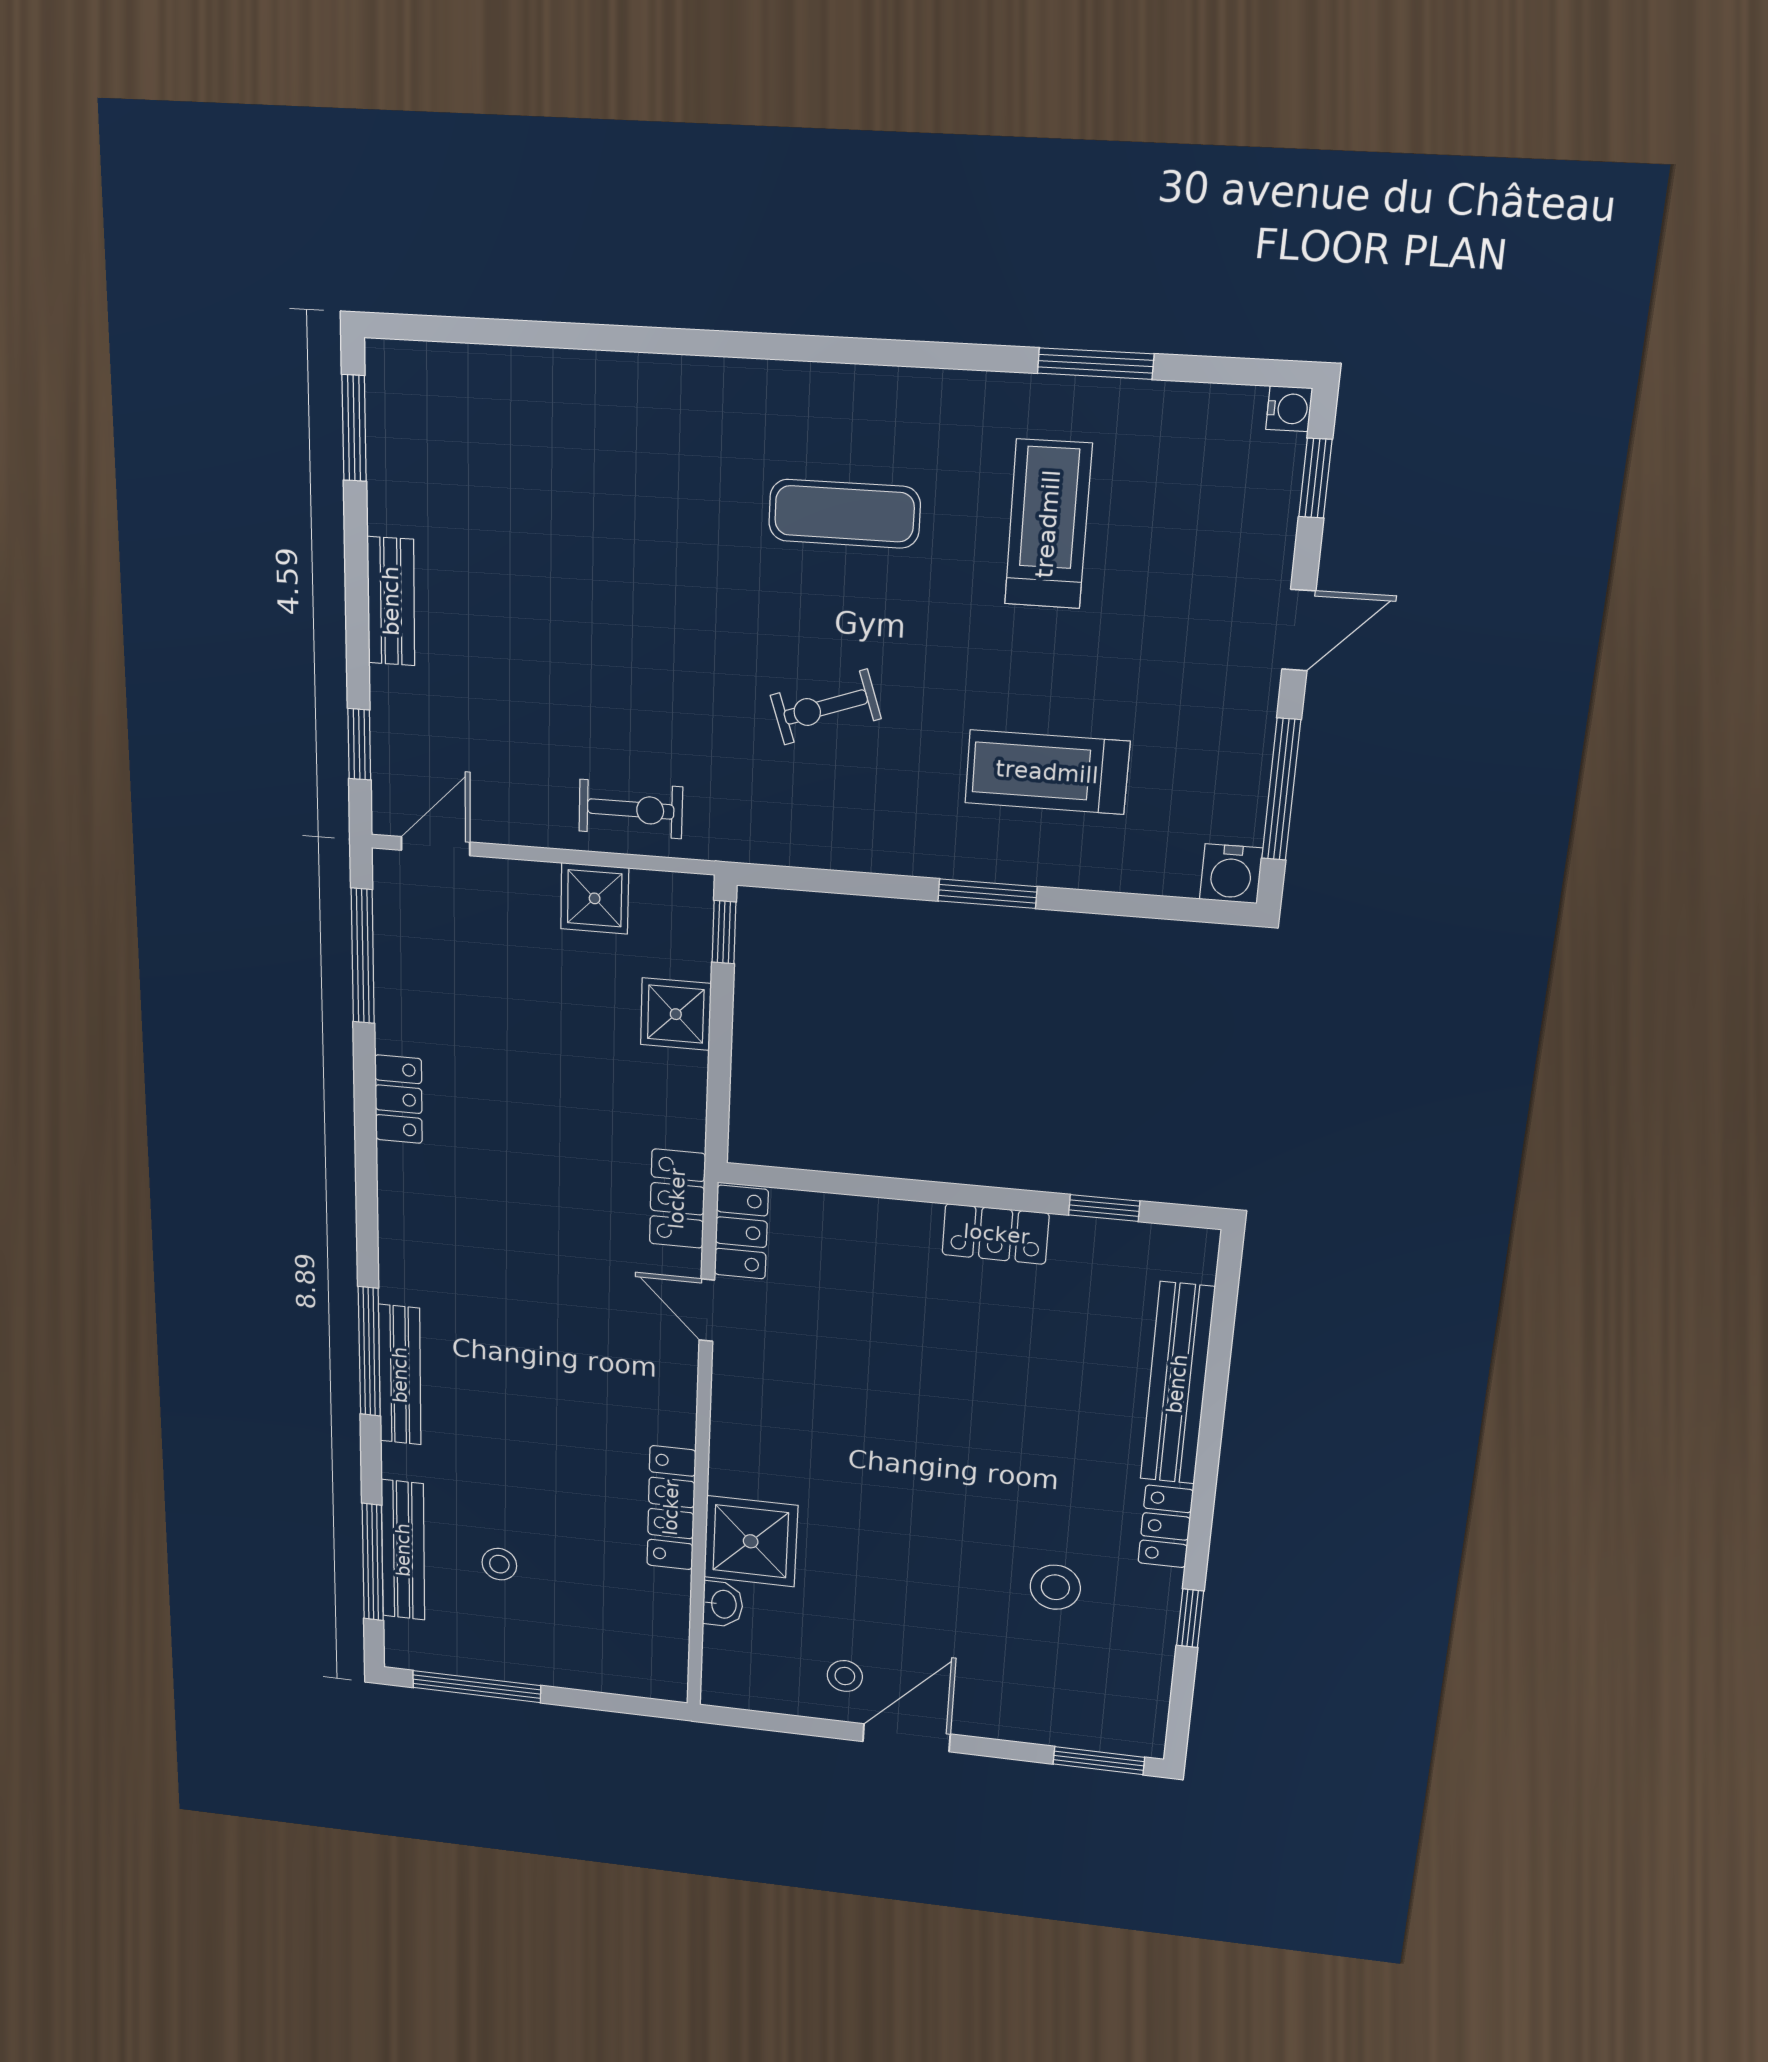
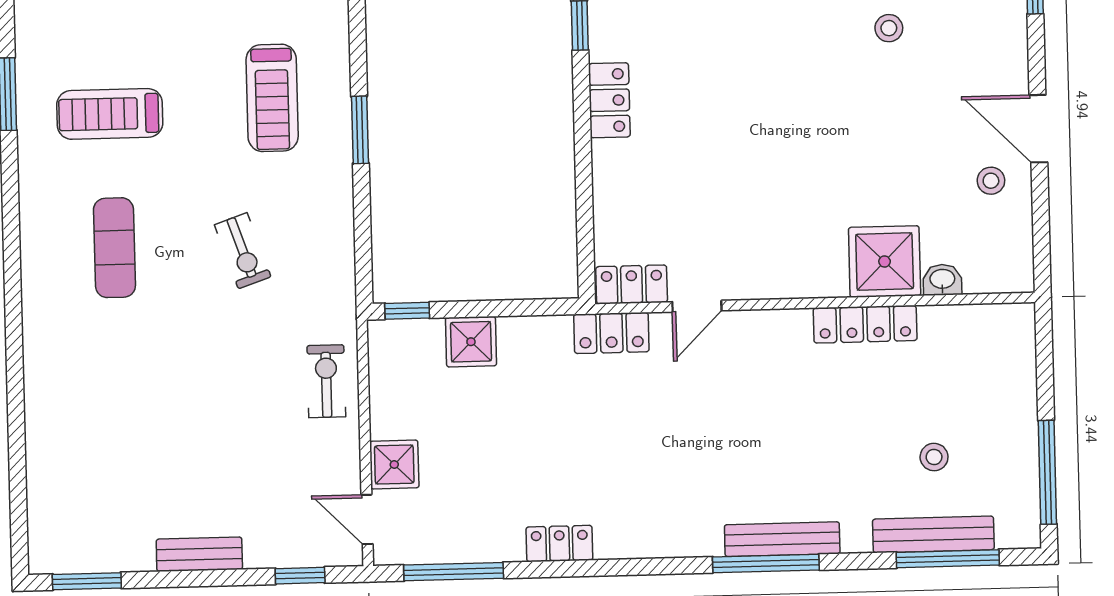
shower: (595, 898) -> (394, 465), moved
stool: (1055, 1587) -> (889, 28), width x0.73, depth x0.73

